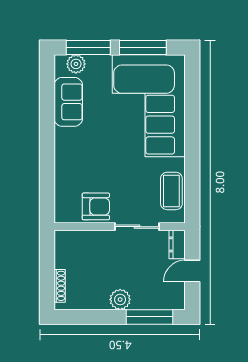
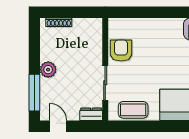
armchair: (96, 206) -> (121, 51), turned 180
door: (192, 271) -> (58, 126), moved

